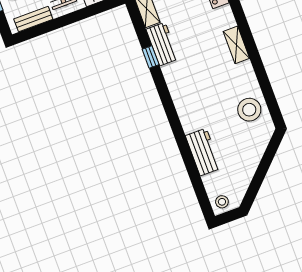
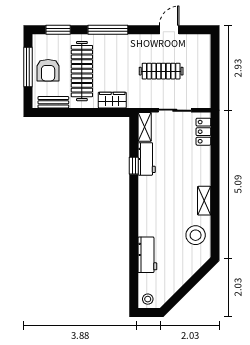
shelving: (236, 45) -> (204, 201), moved

